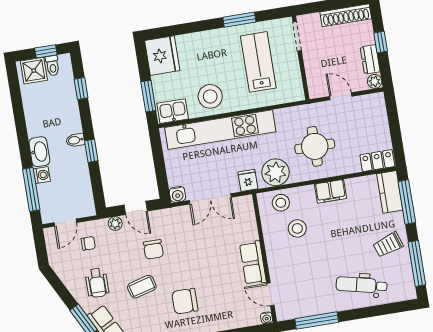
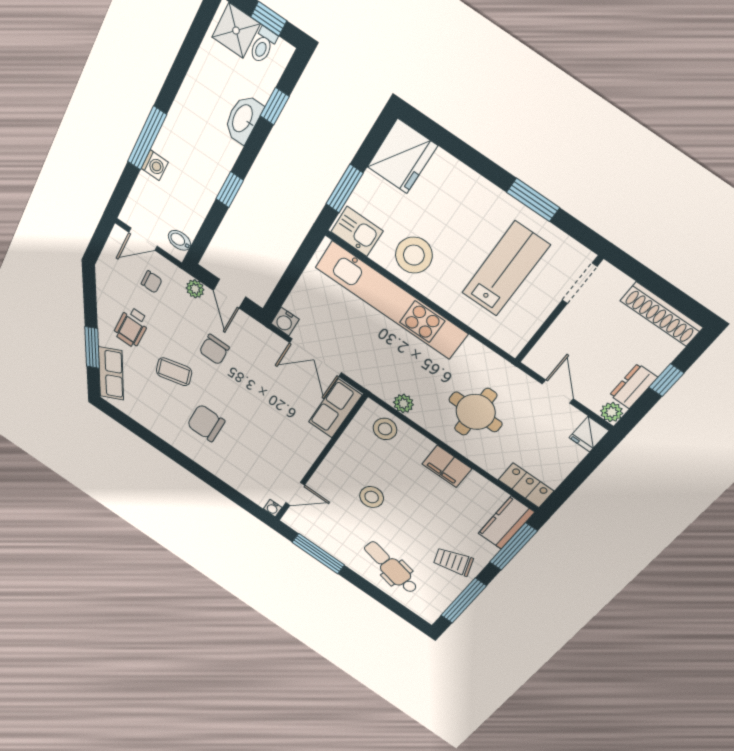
bidet: (75, 140) -> (179, 240), moved
washbasin: (39, 152) -> (243, 119), moved, turned 180
plant: (275, 172) -> (403, 404), width x0.53, depth x0.53
fridge: (248, 180) -> (589, 434), moved, turned 180
window: (31, 190) -> (147, 138), moved
stool: (297, 228) -> (372, 497), moved
row of seats: (253, 263) -> (335, 409), moved
door: (270, 294) -> (295, 494), swing flipped

